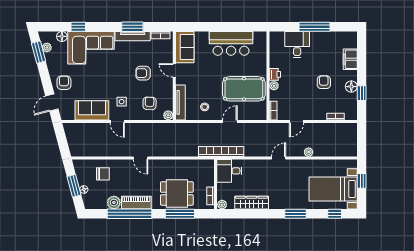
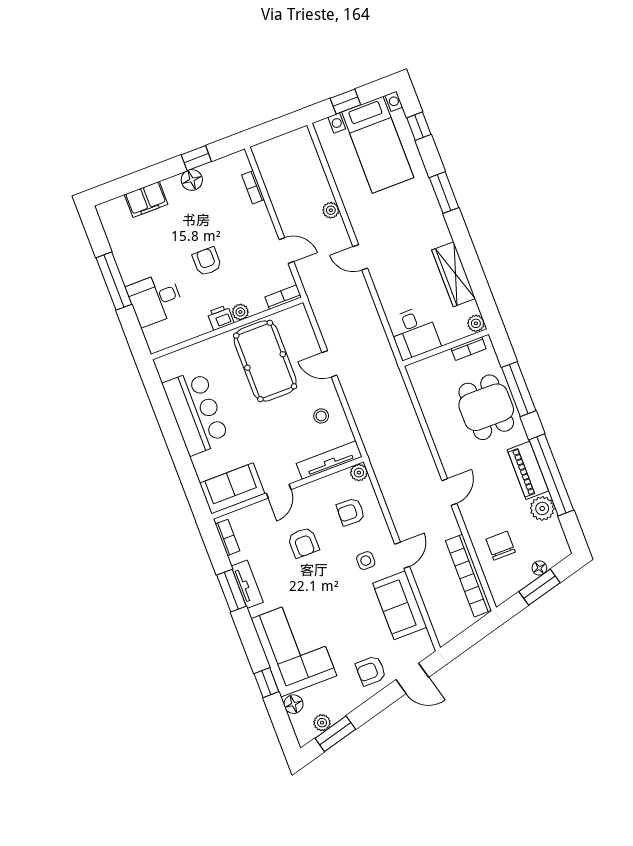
tv unit: (133, 36) -> (247, 584), width x0.71
armchair: (324, 82) -> (207, 261), moved, turned 90
bookcase: (221, 152) -> (468, 576), moved

